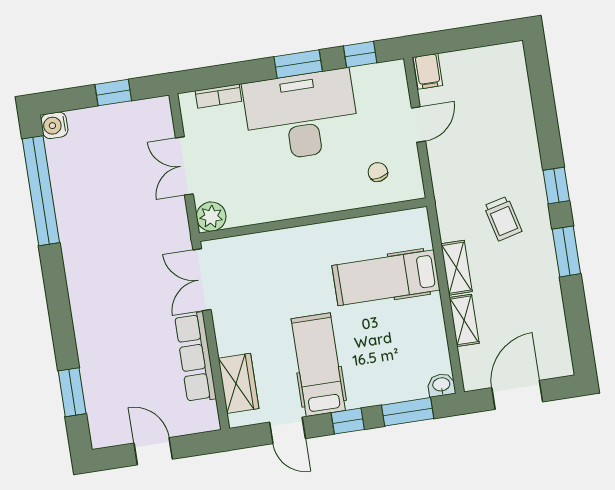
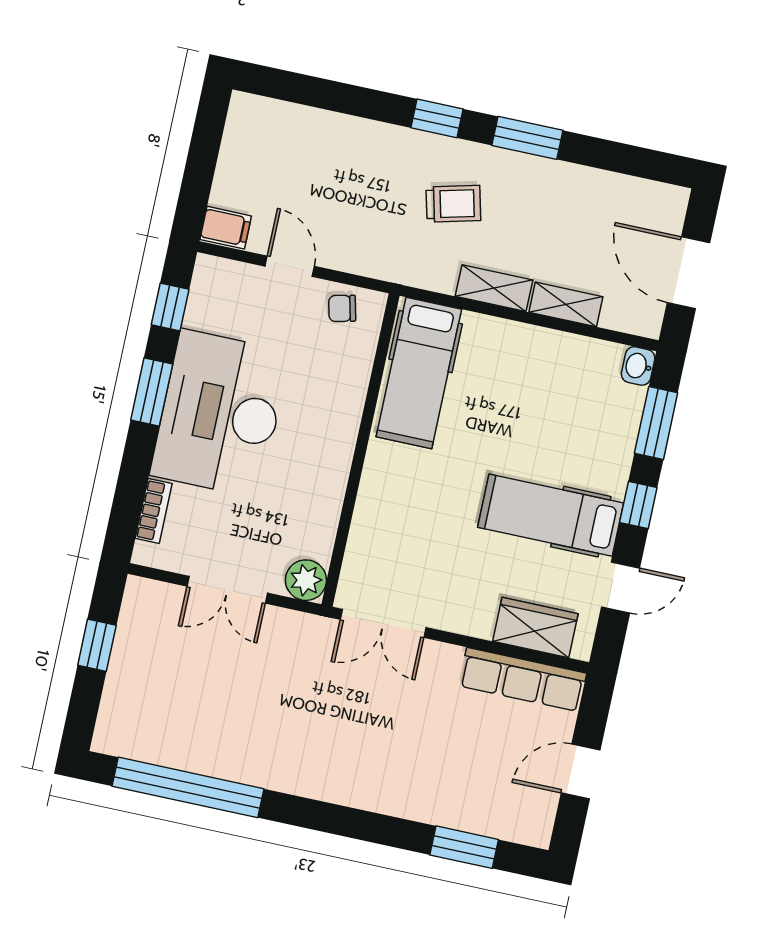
water cooler: (54, 125) -> (110, 738), removed
chair: (378, 172) -> (342, 308), moved
hospital bed: (386, 278) -> (419, 373), moved
row of seats: (195, 357) -> (523, 680), moved

